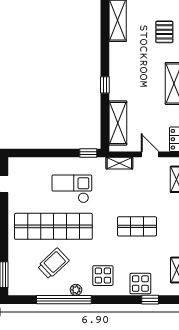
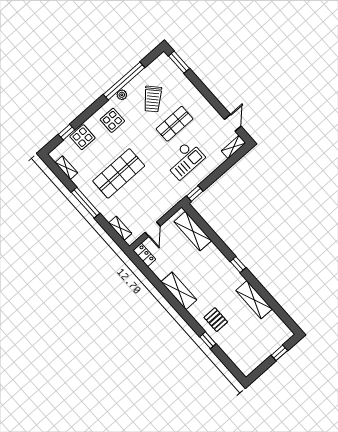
window: (105, 85) -> (238, 265), moved
door: (150, 154) -> (153, 229), hinge flipped
shelving: (119, 163) -> (234, 147), moved
shop shelf: (53, 226) -> (175, 124), width x0.50, depth x0.74
shop shelf: (137, 226) -> (119, 173), width x1.43, depth x1.36

